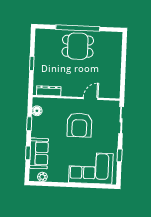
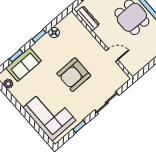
dresser: (49, 91) -> (88, 18), moved
wall: (76, 98) -> (102, 44), moved
door: (91, 98) -> (112, 55), moved

